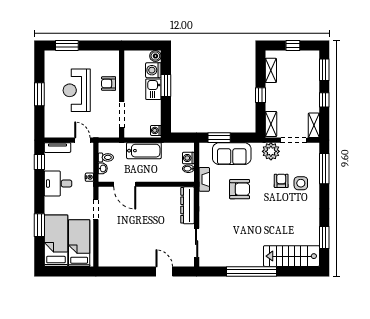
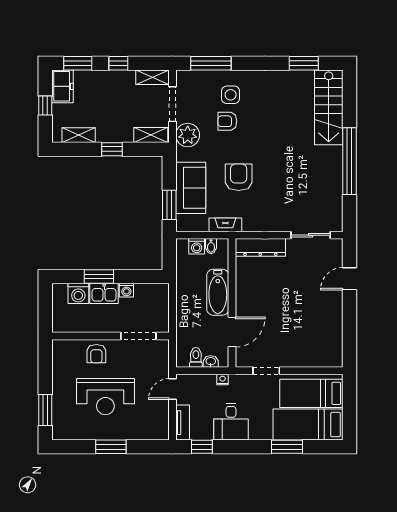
boiler: (155, 56) -> (59, 291), removed
freezer: (307, 58) -> (63, 86), added
washing machine: (156, 130) -> (126, 290), moved
bathtub: (144, 151) -> (218, 292), moved, turned 180

